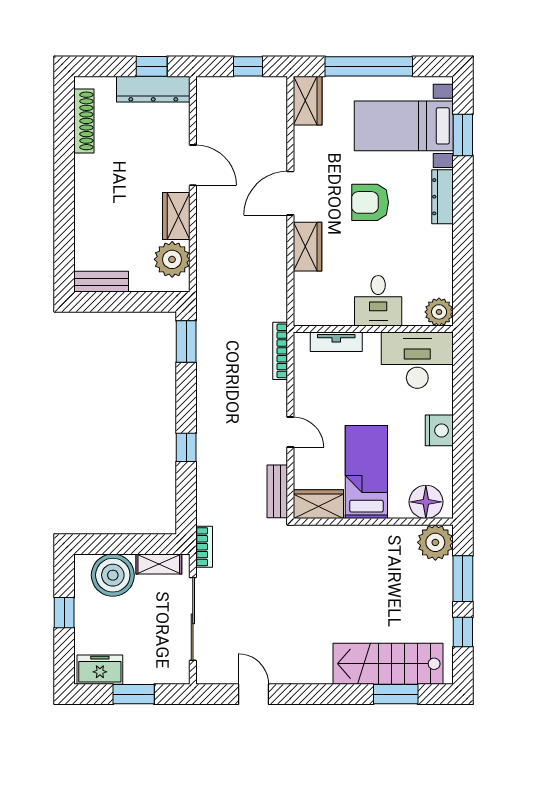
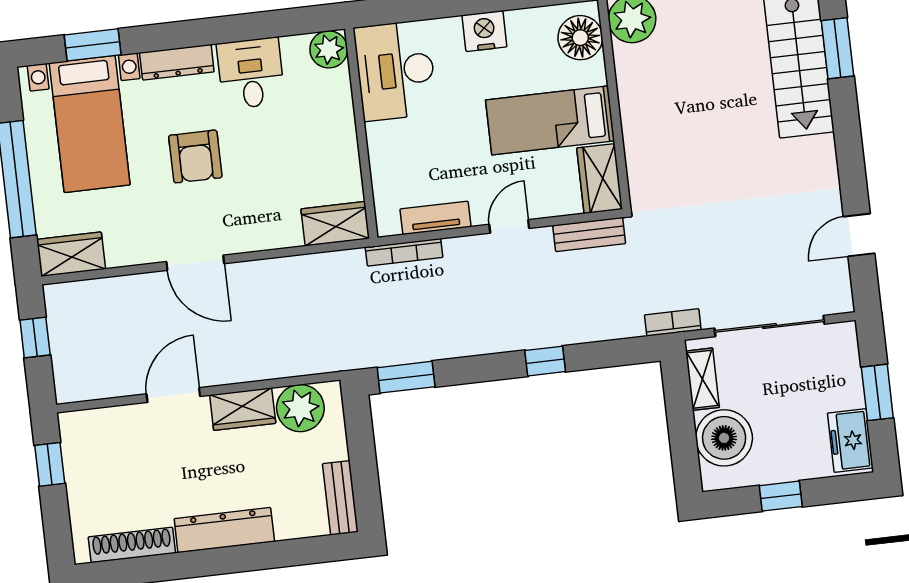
dresser: (153, 89) -> (224, 530), moved, turned -90
wardrobe: (307, 247) -> (335, 224), moved
desk: (378, 301) -> (251, 73), moved, turned -90
tv unit: (336, 342) -> (435, 218), moved, turned -90

